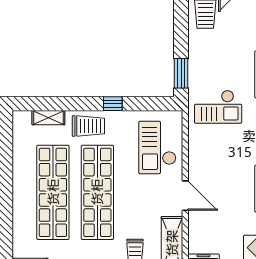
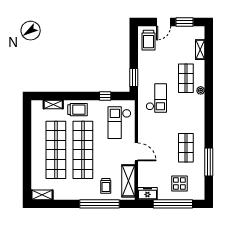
window: (113, 104) -> (105, 96), moved
checkout: (218, 107) -> (156, 98), turned -90

